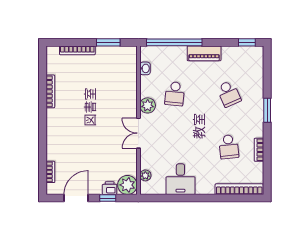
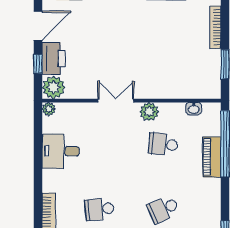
piano: (204, 53) -> (212, 157), moved
plant: (145, 175) -> (49, 109), moved
printer: (110, 188) -> (54, 58), width x1.87, depth x1.48
door: (76, 198) -> (38, 26), hinge flipped

